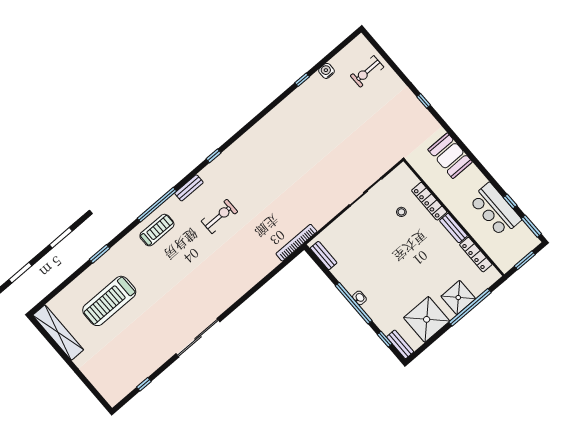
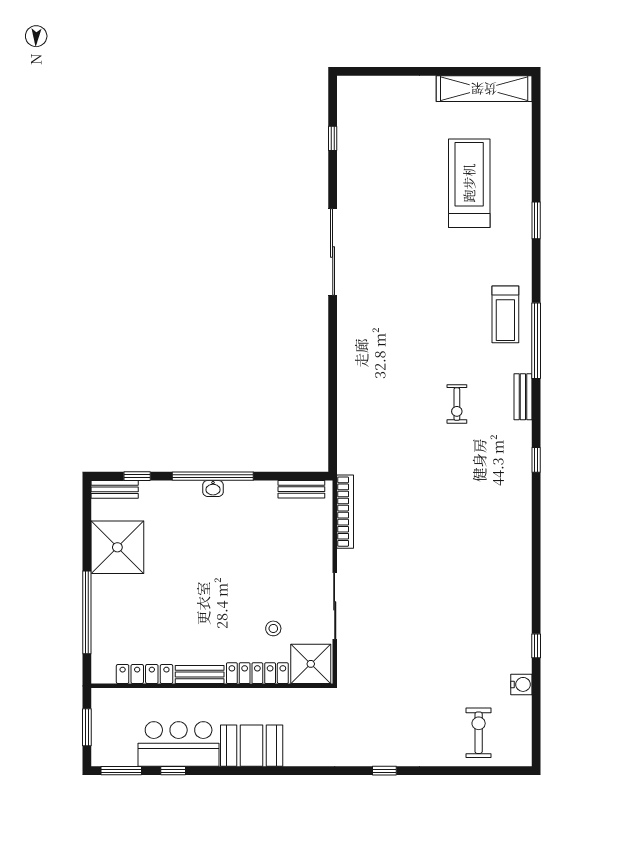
booth: (450, 156) -> (252, 746), moved
exercise bike: (219, 216) -> (457, 404), width x0.73, depth x0.72
bookcase: (296, 243) -> (345, 512), moved
shower: (458, 298) -> (311, 664), moved

